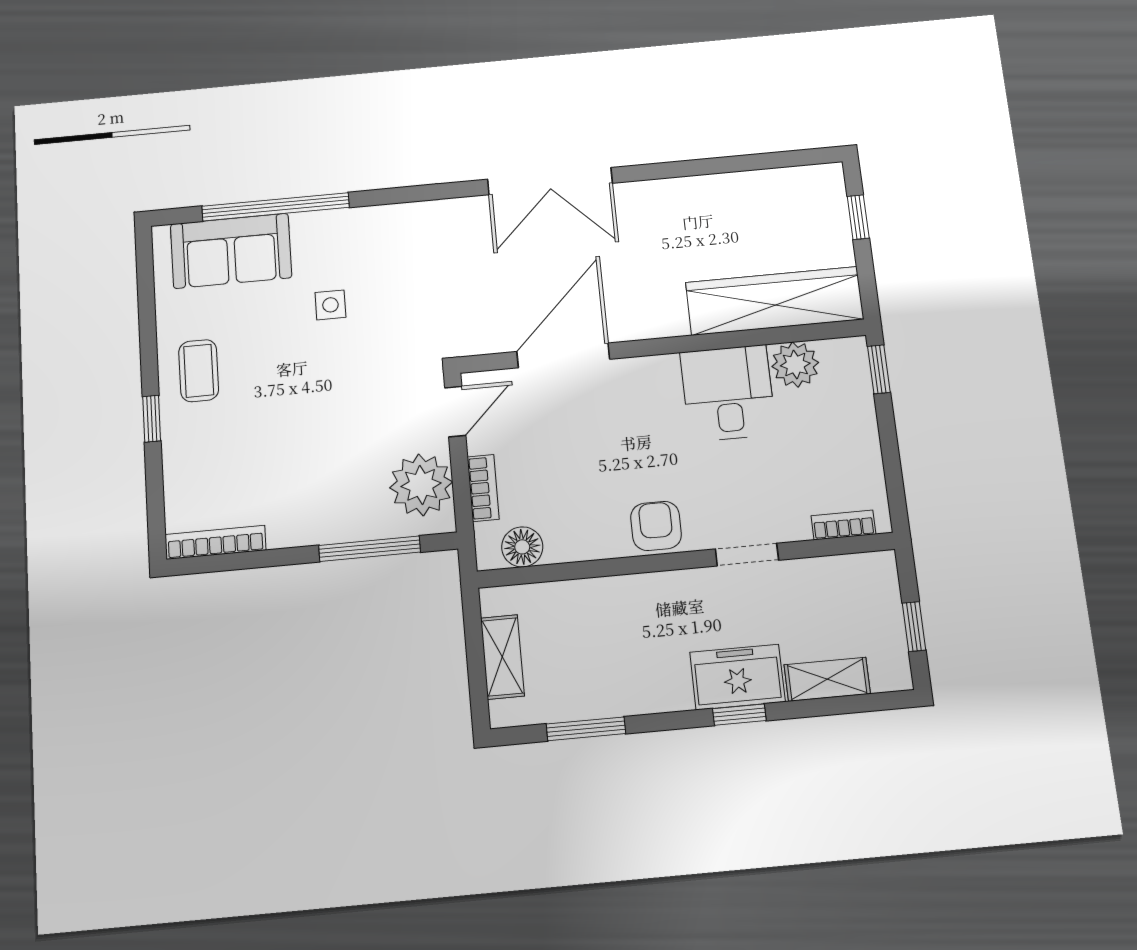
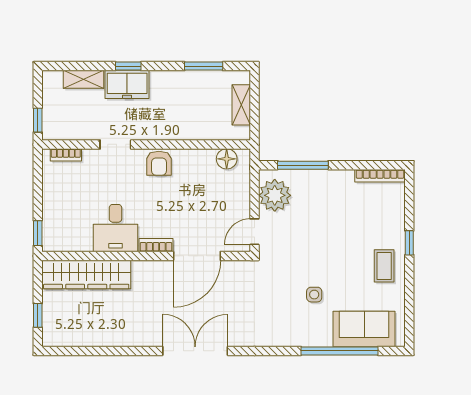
plant: (795, 364) -> (80, 240), removed
bookcase: (483, 488) -> (156, 245), moved, turned 90
window: (914, 627) -> (38, 120), moved

